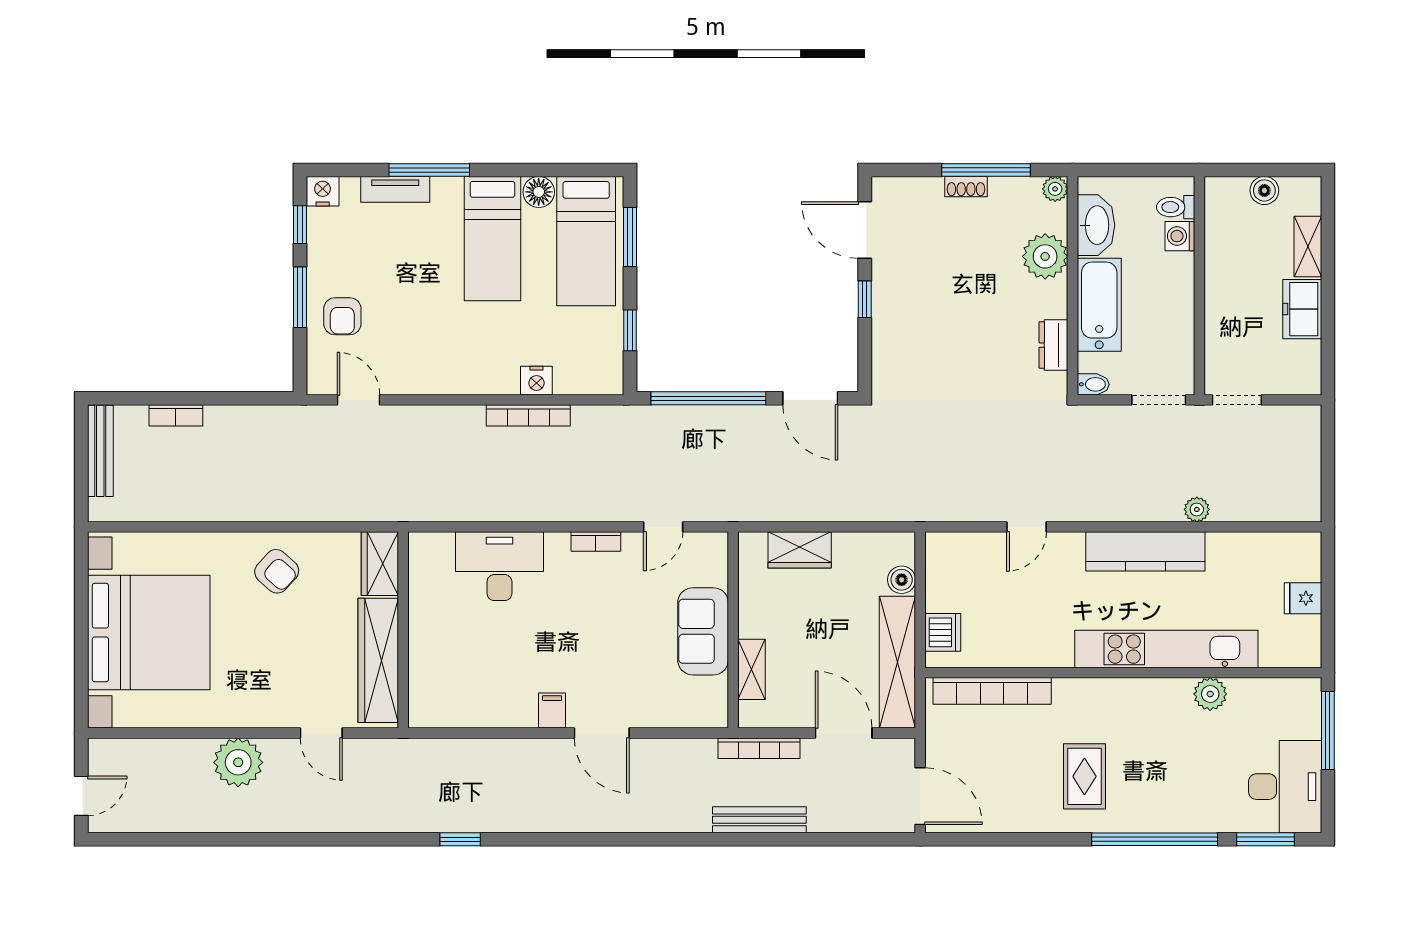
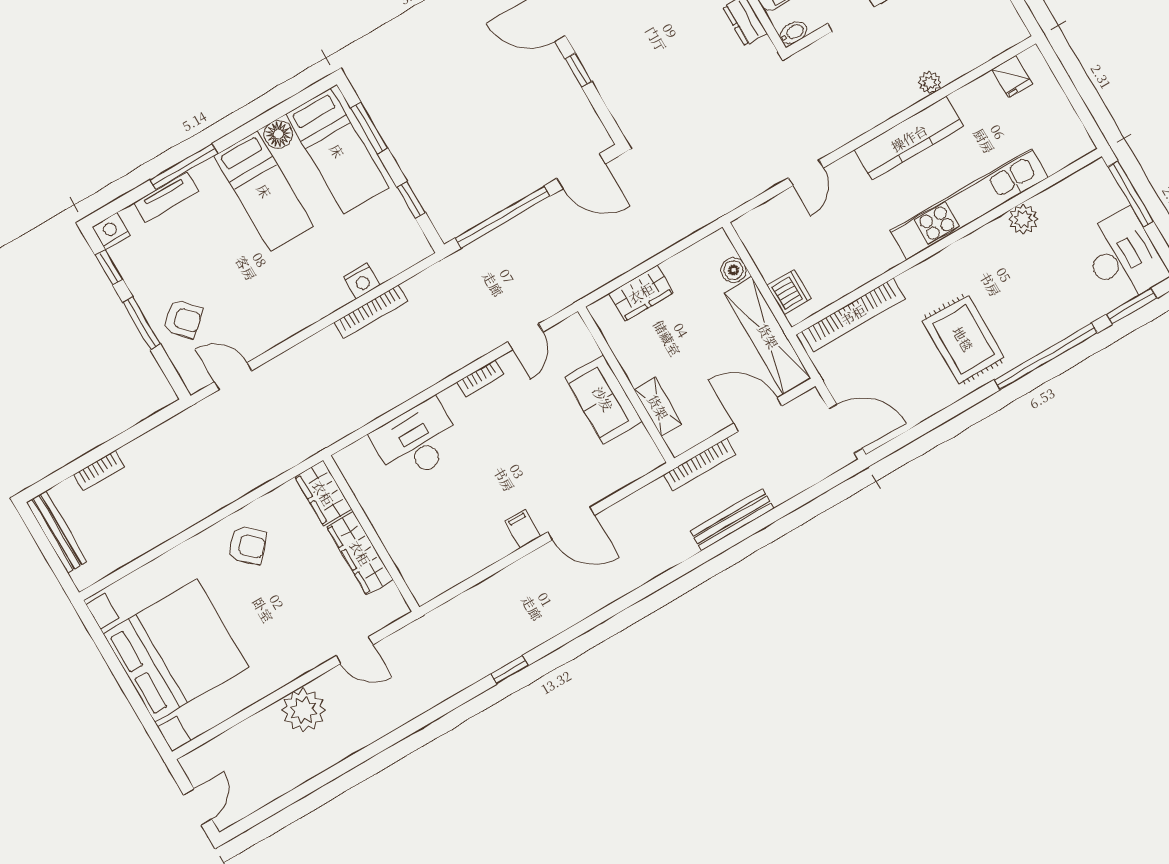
armchair: (342, 316) -> (183, 319), turned -42
fridge: (1303, 598) -> (1012, 77), moved, turned -90
wardrobe: (378, 660) -> (360, 553), width x0.71, depth x0.85
rug: (1084, 776) -> (963, 339), width x1.36, depth x1.43

